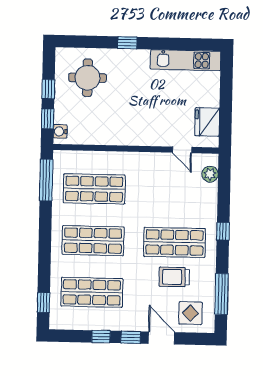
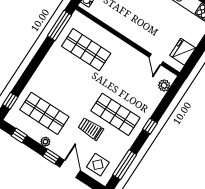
shop shelf: (93, 241) -> (65, 82), removed
trolley: (174, 277) -> (91, 129), moved
plant: (113, 324) -> (45, 142), added
window: (101, 337) -> (19, 135), moved

